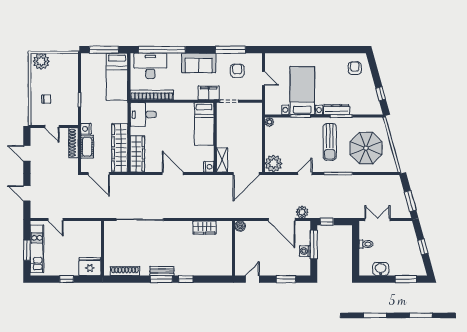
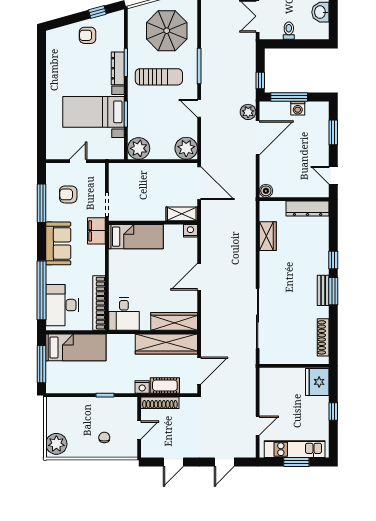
armchair: (355, 68) -> (88, 35), moved
plant: (269, 122) -> (139, 148), width x1.88, depth x1.88
dresser: (226, 259) -> (308, 209), added

